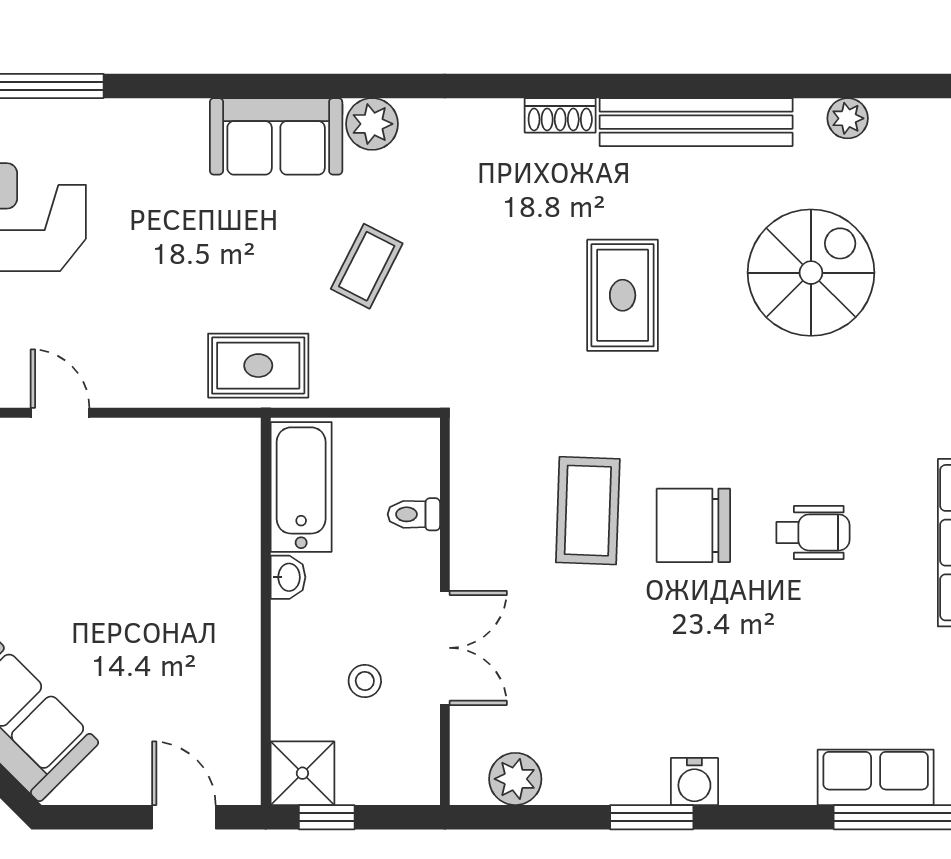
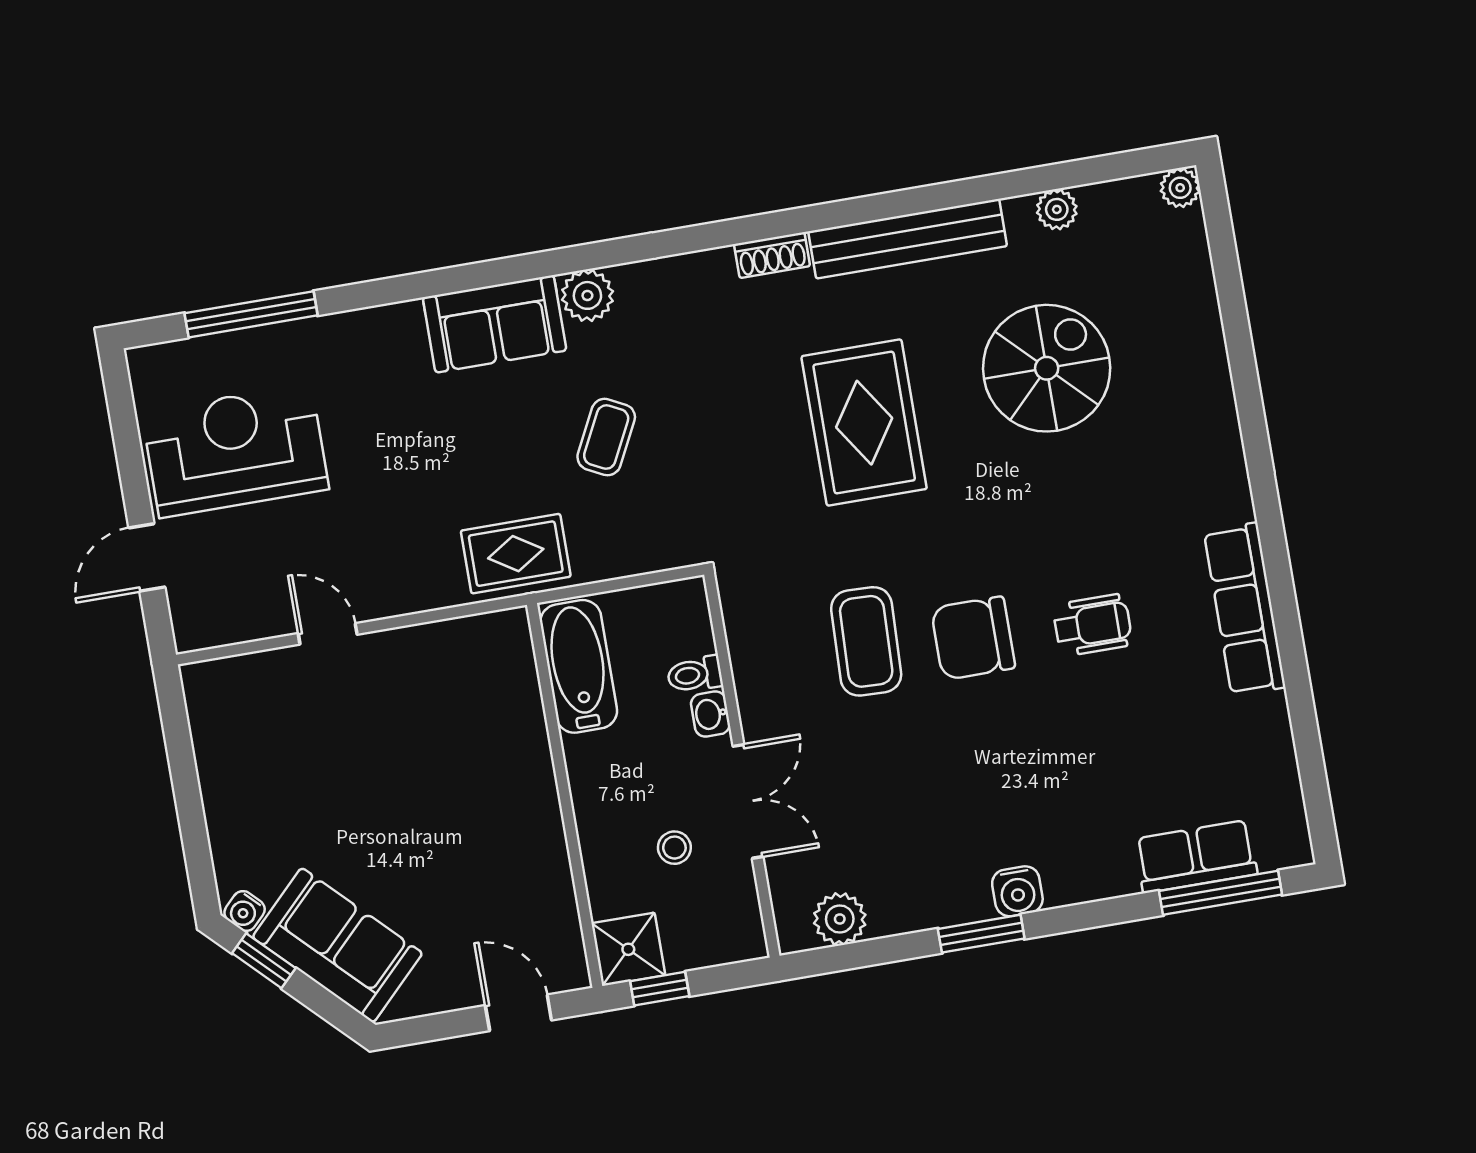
rug: (623, 295) -> (864, 423), width x1.36, depth x1.43
washbasin: (288, 577) -> (710, 714), moved, turned 180

